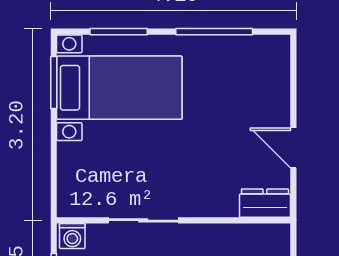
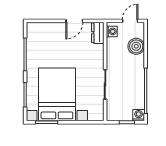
bed with nightstands: (119, 88) -> (57, 94), width x1.36
washing machine: (72, 236) -> (112, 31), moved

